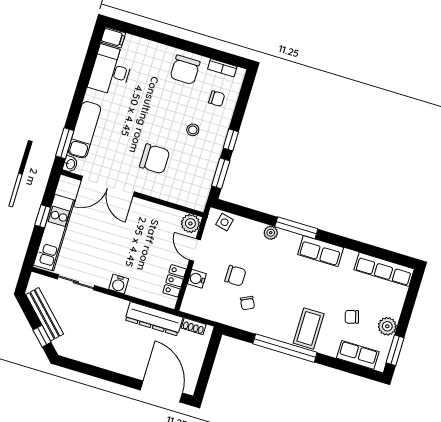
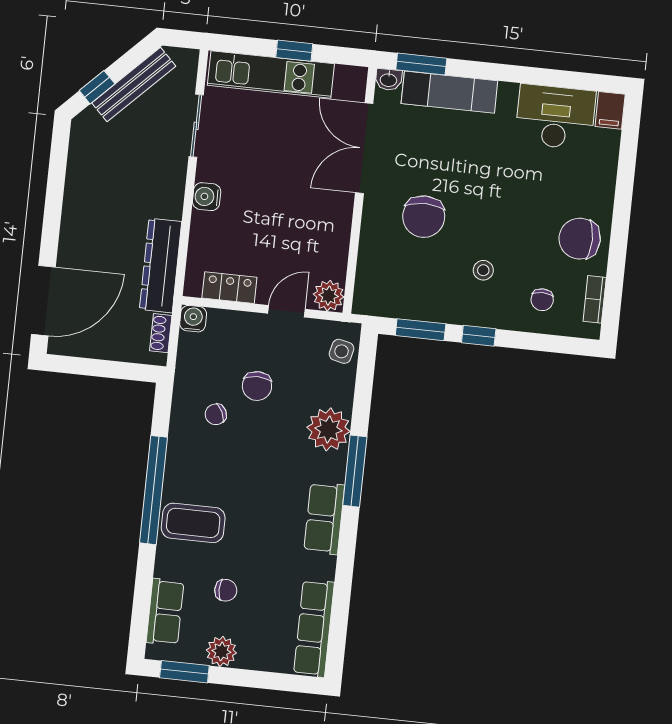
plant: (271, 233) -> (329, 429), width x1.88, depth x1.88
water cooler: (197, 279) -> (193, 319), moved
chair: (352, 317) -> (226, 590), turned 106

